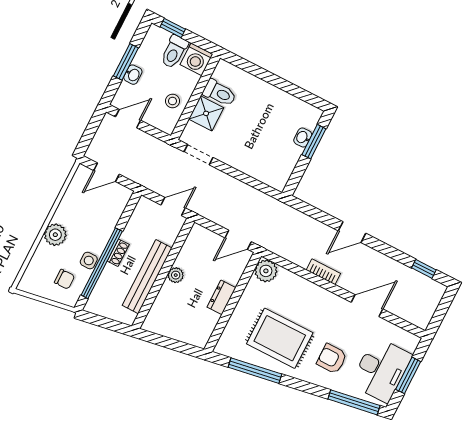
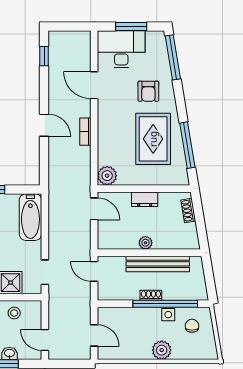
bathtub: (264, 169) -> (30, 217), added
shoe rack: (186, 337) -> (188, 211), added
desk: (381, 370) -> (121, 49), moved

